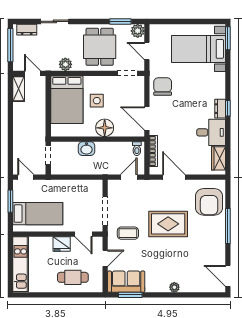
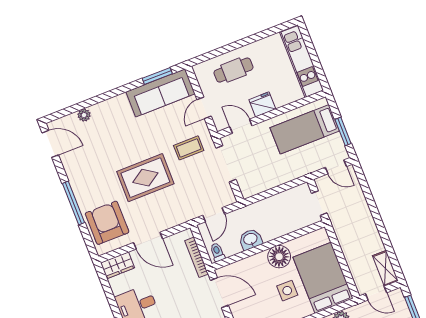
floor lamp: (105, 128) -> (279, 257), moved
washbasin: (87, 149) -> (251, 239), moved
wardrobe: (219, 158) -> (118, 265), moved, turned 90
door: (174, 177) -> (148, 241), moved
sofa: (126, 282) -> (160, 93), width x1.36
plant: (174, 287) -> (84, 115), moved

